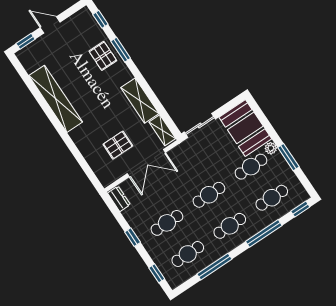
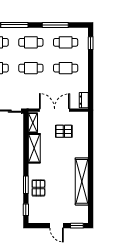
window: (133, 237) -> (91, 73), removed

